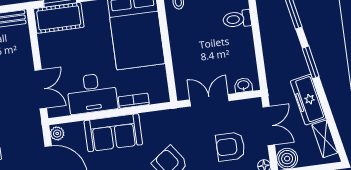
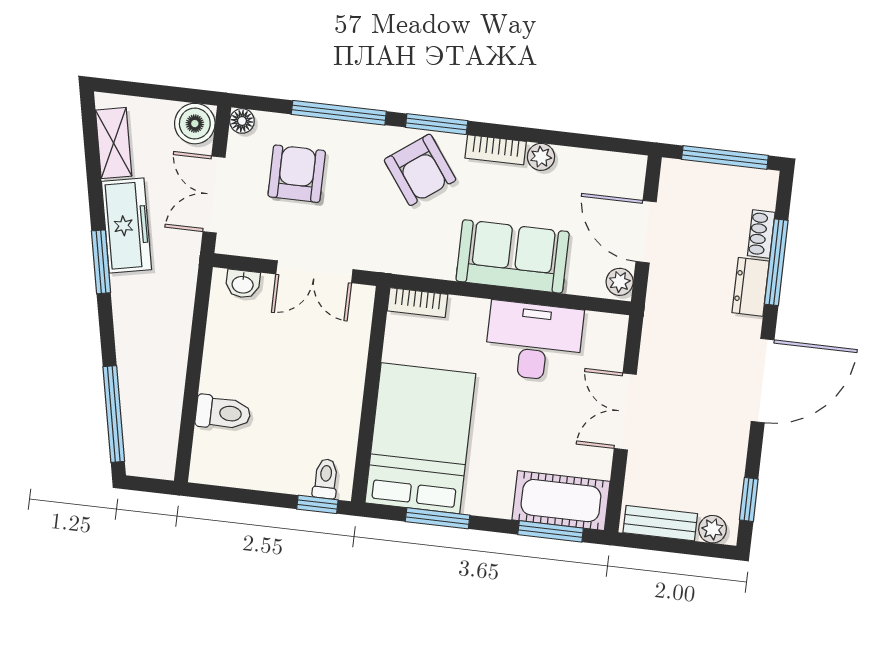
window: (311, 62) -> (101, 262), moved
double door: (41, 89) -> (625, 411), moved
bookcase: (134, 101) -> (417, 303), moved
armchair: (230, 147) -> (297, 174), turned -90

